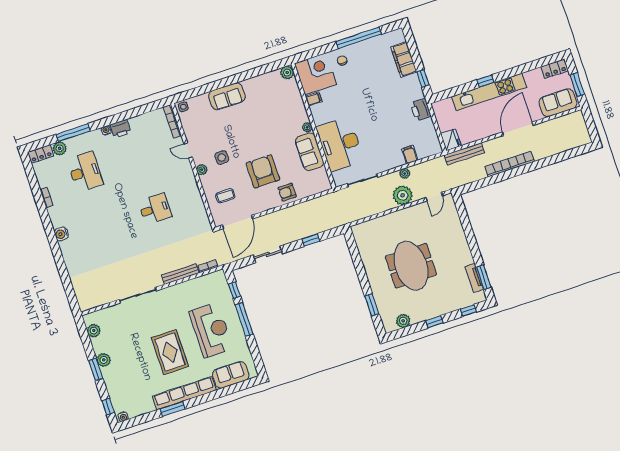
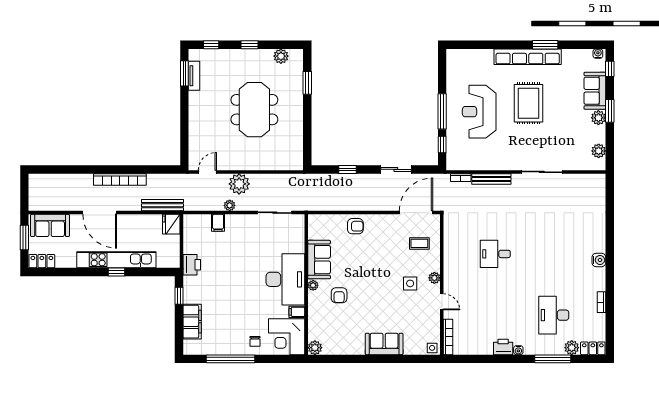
door: (518, 129) -> (100, 213), hinge flipped
desk: (340, 144) -> (285, 279), moved
armchair: (263, 171) -> (339, 295), moved, width x0.53, depth x0.53
sofa: (231, 375) -> (595, 91), moved, turned 90

